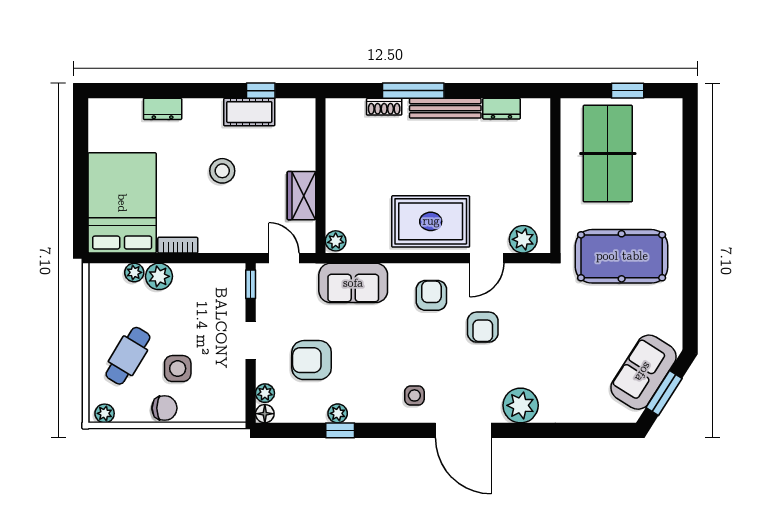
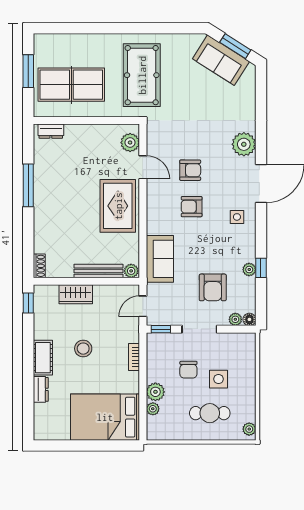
window: (261, 91) -> (28, 303), moved
window: (413, 91) -> (28, 185), moved
window: (628, 91) -> (28, 71), width x1.50
shoe rack: (384, 107) -> (39, 266), moved
bench: (445, 108) -> (98, 271), moved, turned 90
dresser: (501, 109) -> (51, 131), moved, turned 90
cot: (249, 112) -> (43, 358), moved
wardrobe: (301, 196) -> (76, 294), moved
bookcase: (178, 245) -> (134, 357), moved
armchair: (431, 295) -> (192, 207), moved
doorway: (251, 341) -> (199, 329), width x1.38
cafe table: (128, 356) -> (210, 413), turned -31
chair: (164, 408) -> (188, 370), moved, turned 180

